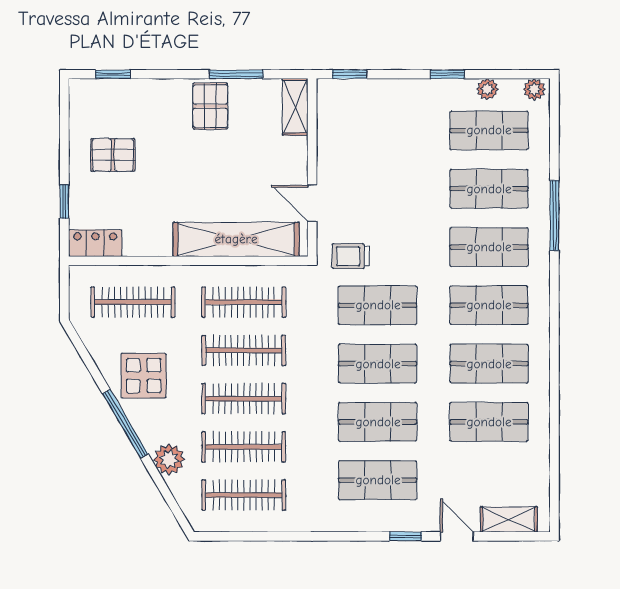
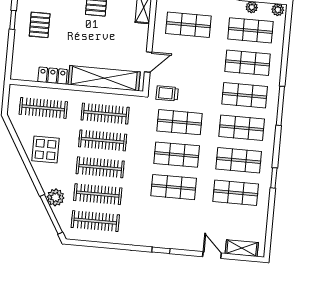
pallet: (113, 155) -> (40, 25), turned 90
window: (64, 202) -> (13, 20), moved
door: (312, 203) -> (148, 62), swing flipped
window: (554, 216) -> (280, 106), moved
locker: (95, 243) -> (53, 76), moved
window: (554, 389) -> (274, 178), added
window: (125, 424) -> (51, 214), moved
shop shelf: (378, 480) -> (188, 25), moved
window: (405, 536) -> (161, 250), moved

